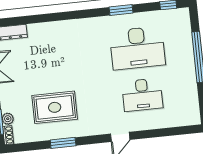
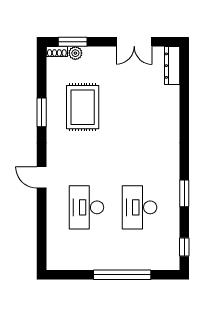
desk: (137, 48) -> (140, 207), width x0.73, depth x0.77

